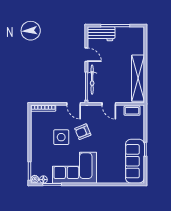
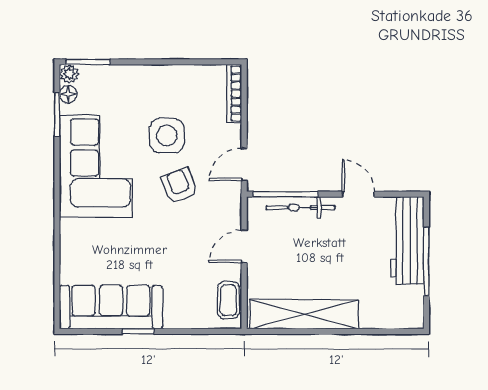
workbench: (101, 34) -> (407, 240), width x1.38
door: (86, 55) -> (358, 194), swing flipped

